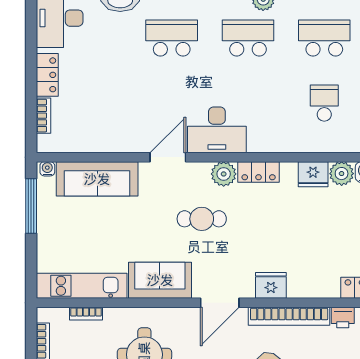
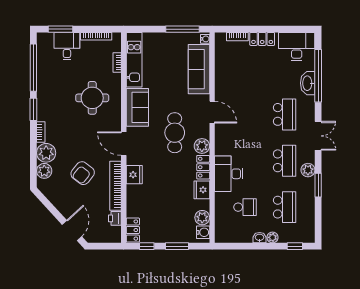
desk: (217, 130) -> (229, 174), moved
fridge: (313, 174) -> (202, 190), moved
cafe table: (202, 219) -> (175, 133), width x1.37, depth x1.35

